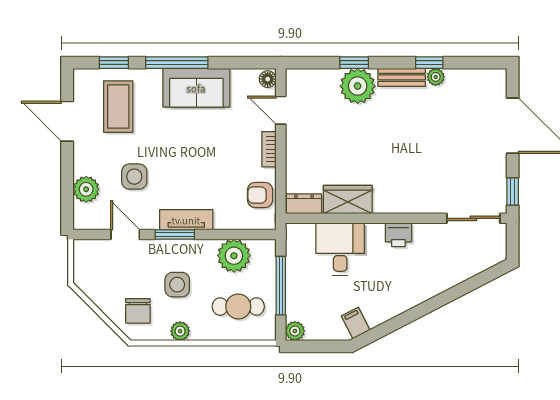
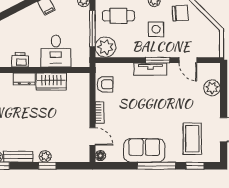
plant: (358, 86) -> (45, 156), width x0.53, depth x0.53
side table: (134, 177) -> (182, 96), removed
dresser: (304, 204) -> (24, 79), moved
plant: (234, 256) -> (105, 47), moved
chair: (138, 311) -> (180, 13), turned 86

